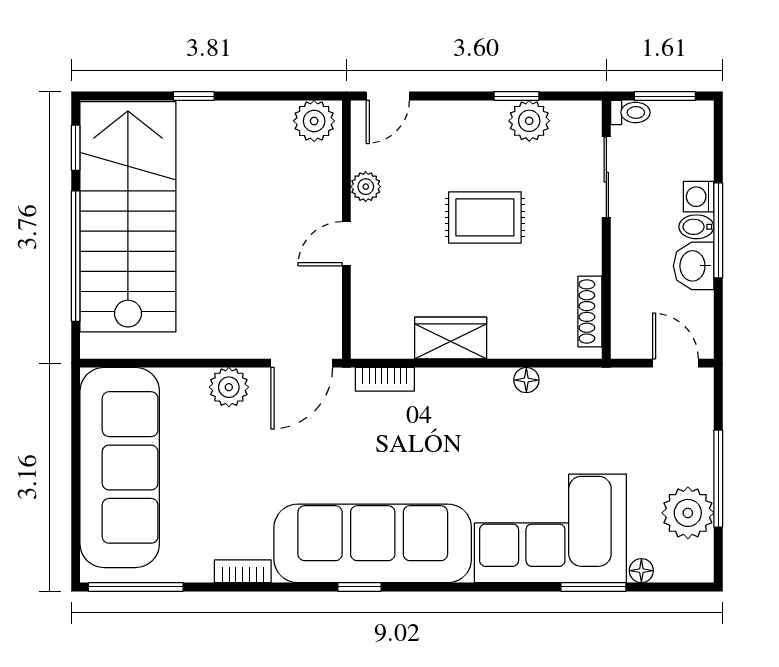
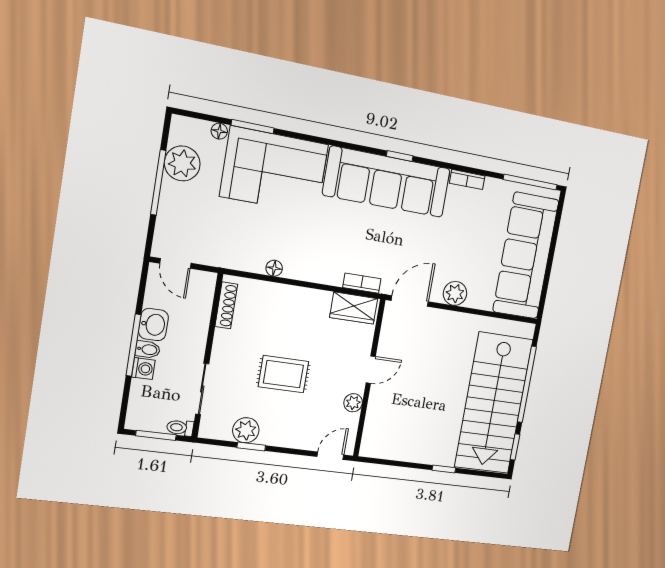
plant: (314, 121) -> (377, 446), removed
wardrobe: (451, 338) -> (354, 308), moved

